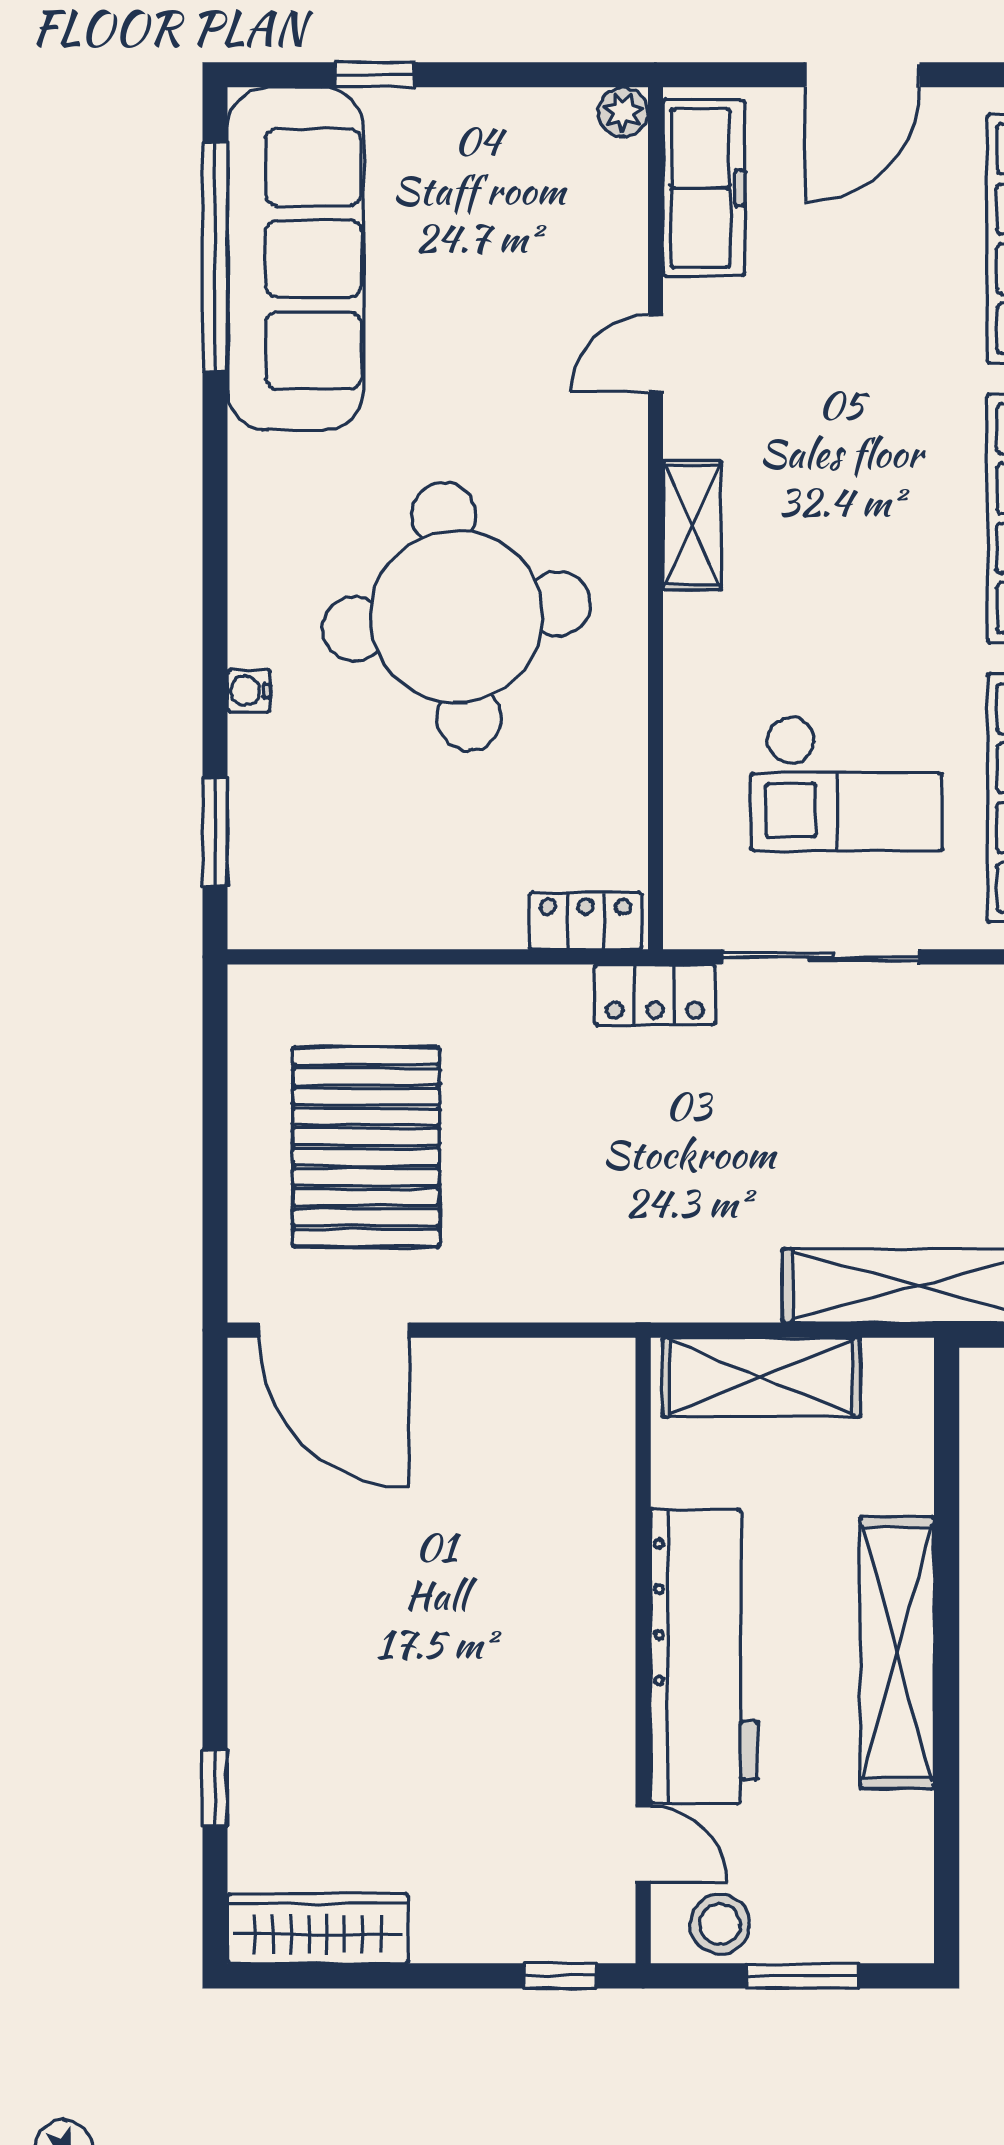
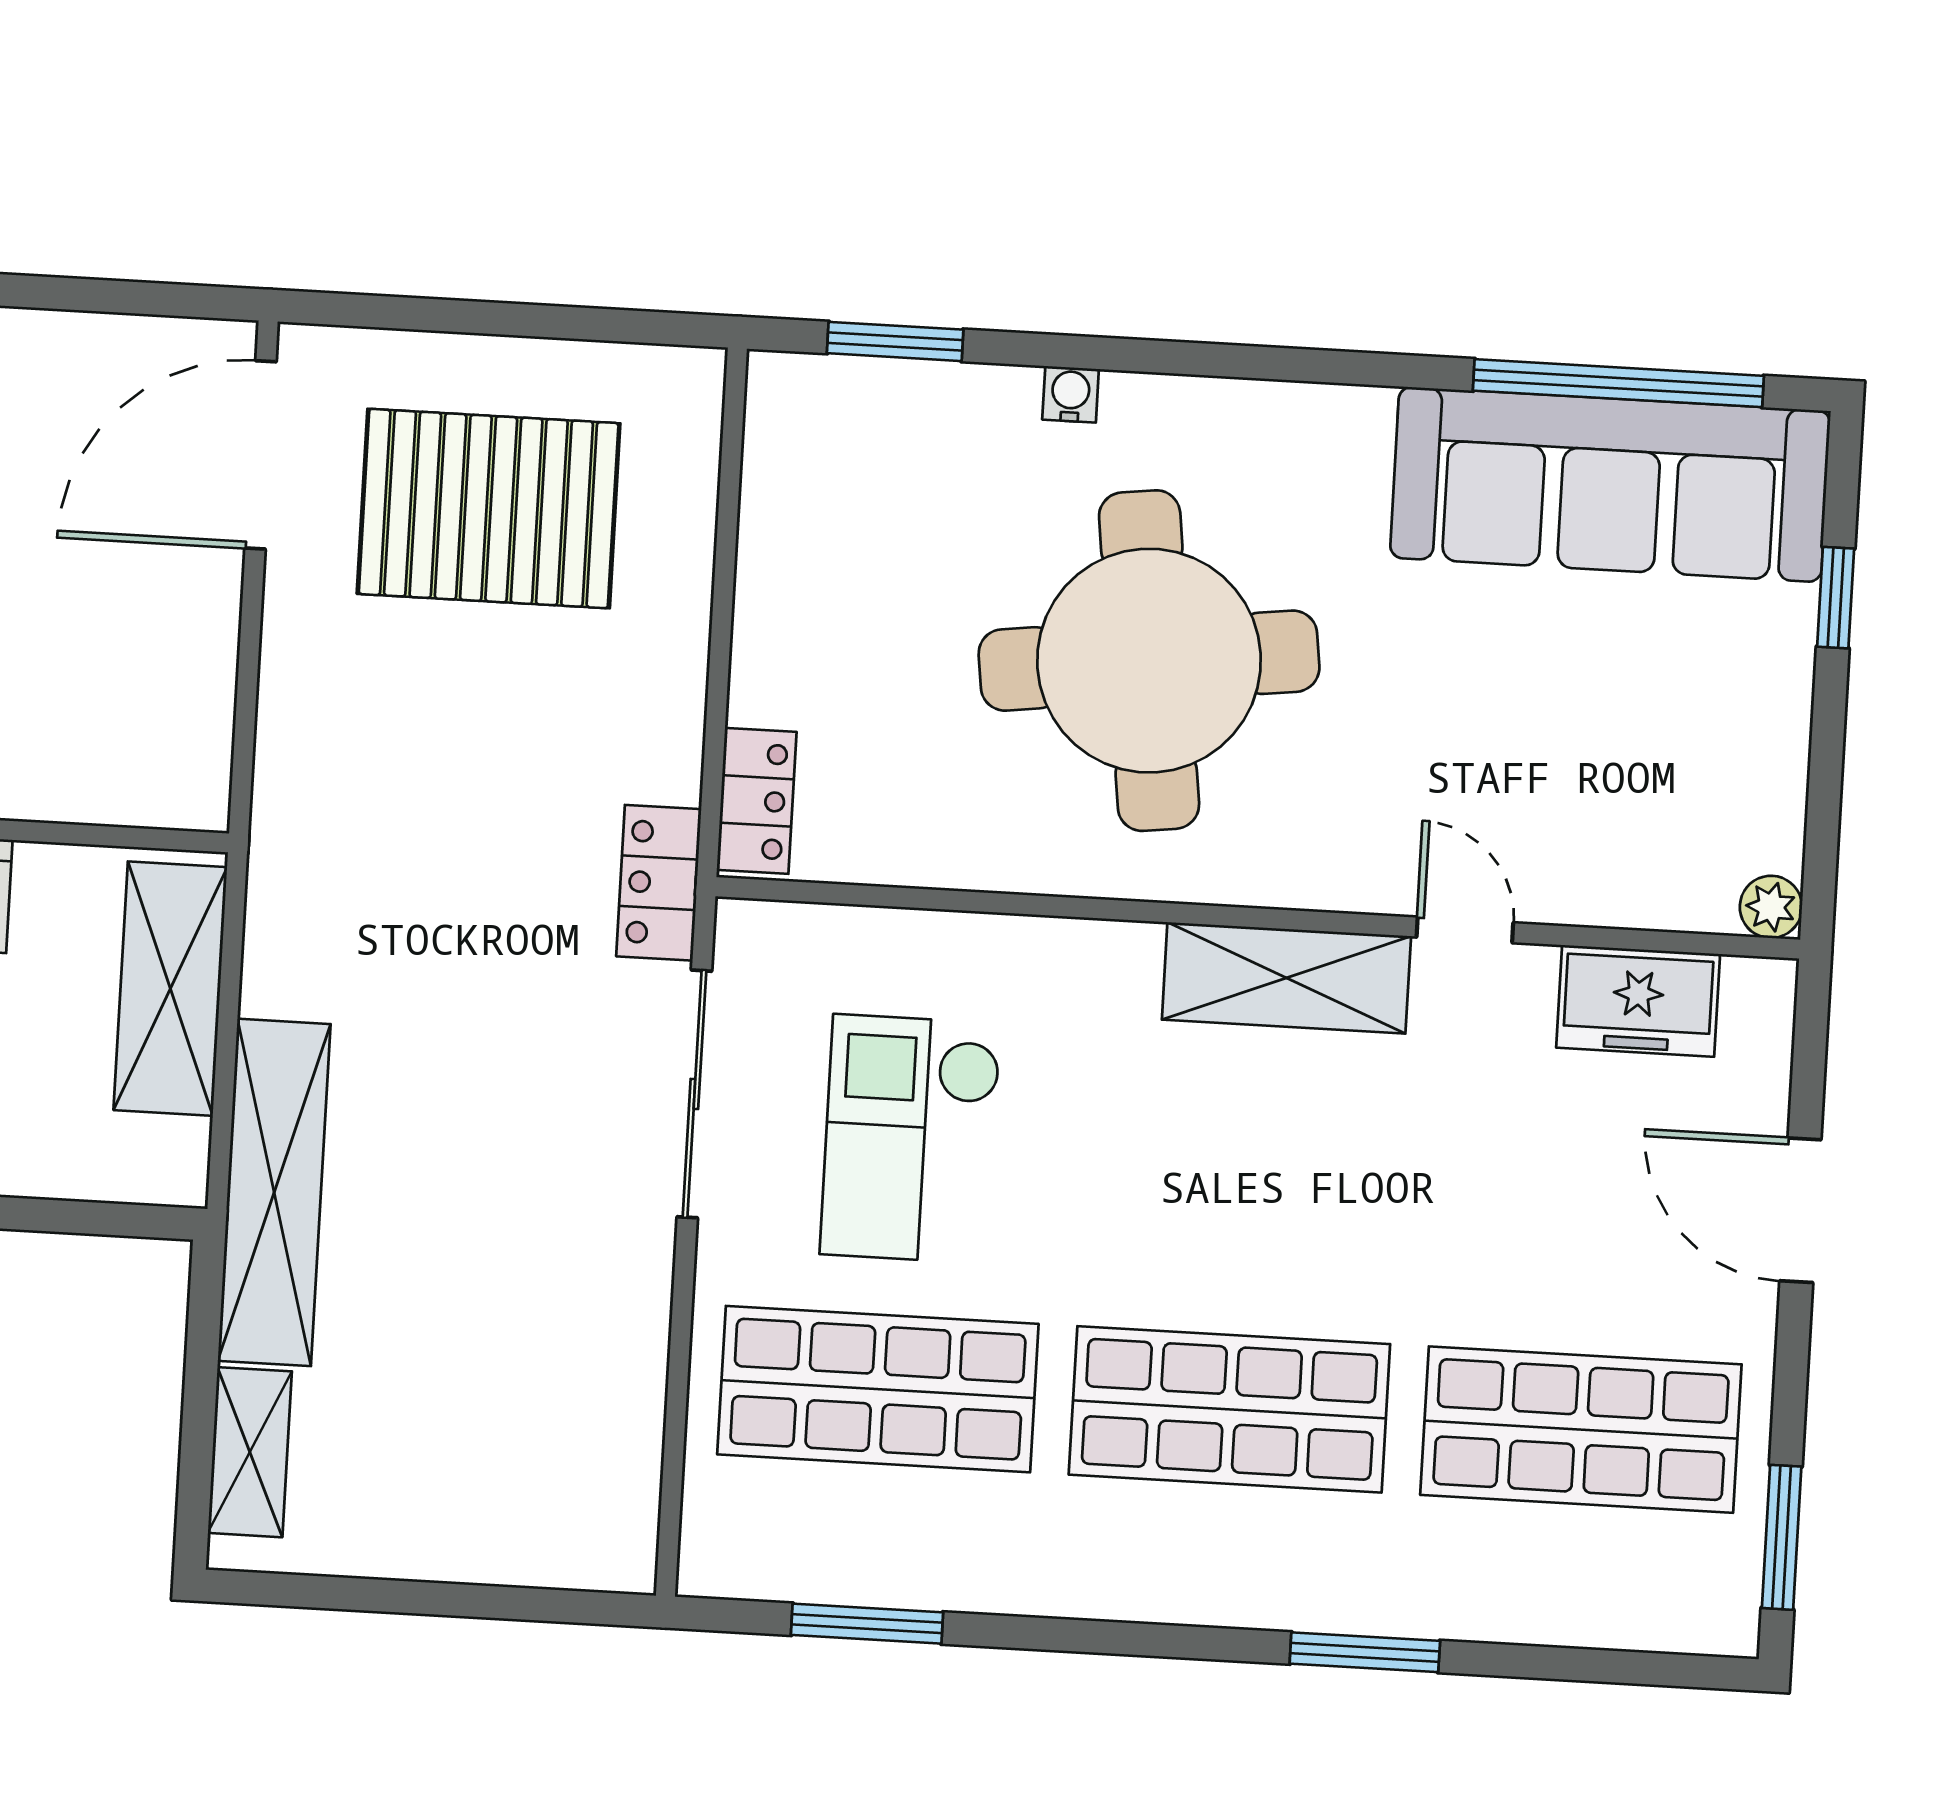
freezer: (704, 188) -> (1638, 1001), width x0.71
shelving: (692, 525) -> (1286, 978), width x1.50, depth x1.33

